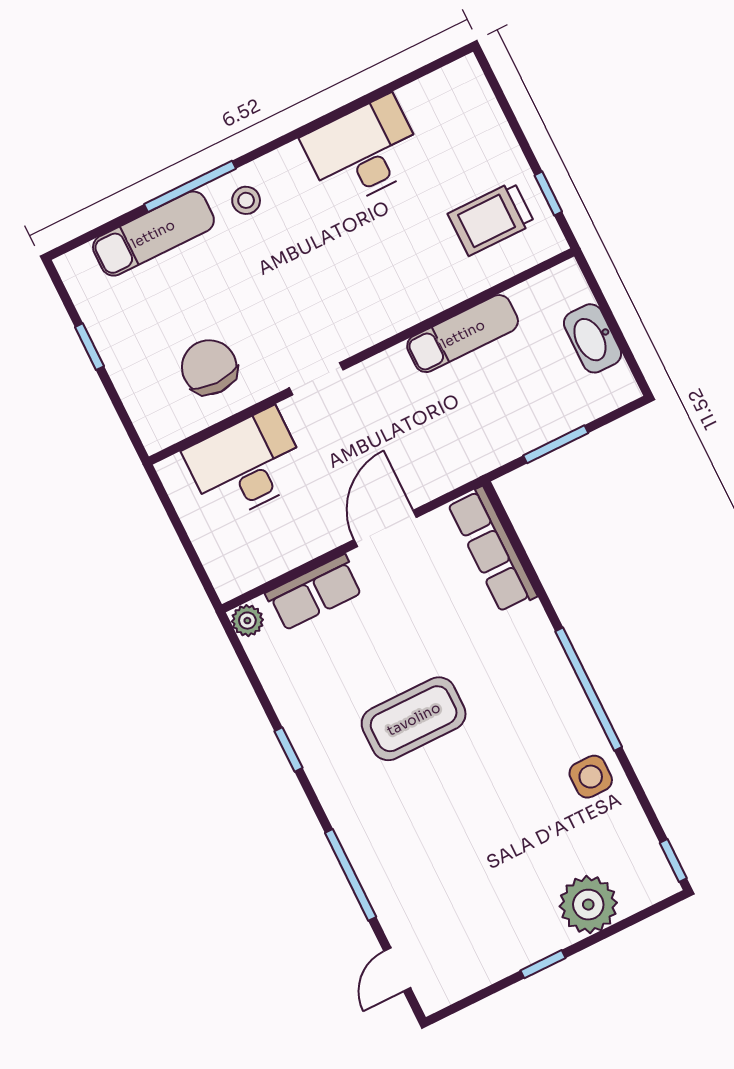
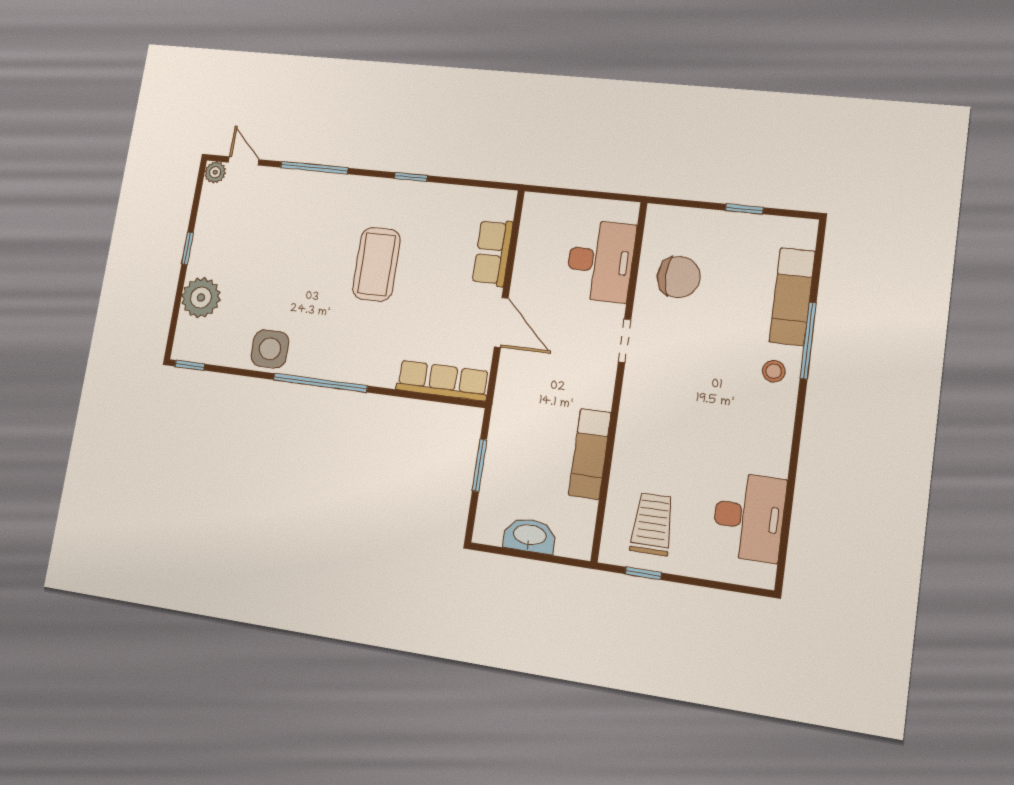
desk: (363, 152) -> (749, 517), moved
plant: (247, 621) -> (215, 172), moved
side table: (591, 777) -> (270, 349), width x1.37, depth x1.37

